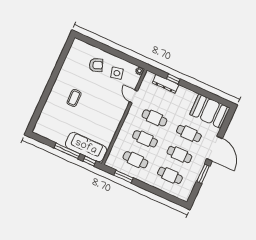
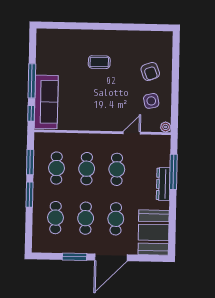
window: (173, 79) -> (173, 172), width x2.17
dresser: (166, 84) -> (163, 184), moved
window: (146, 187) -> (29, 195), added

